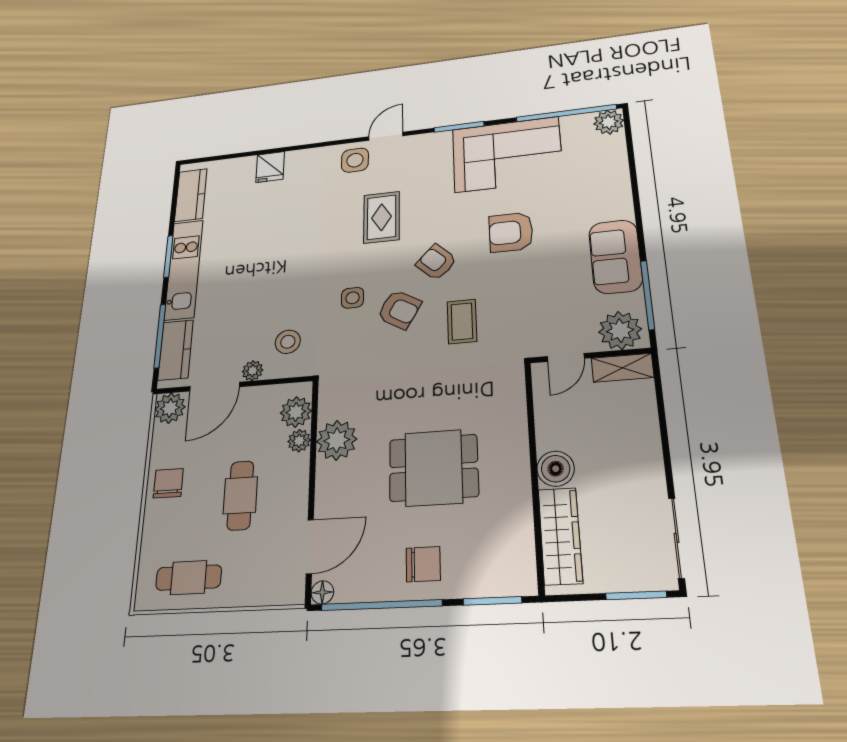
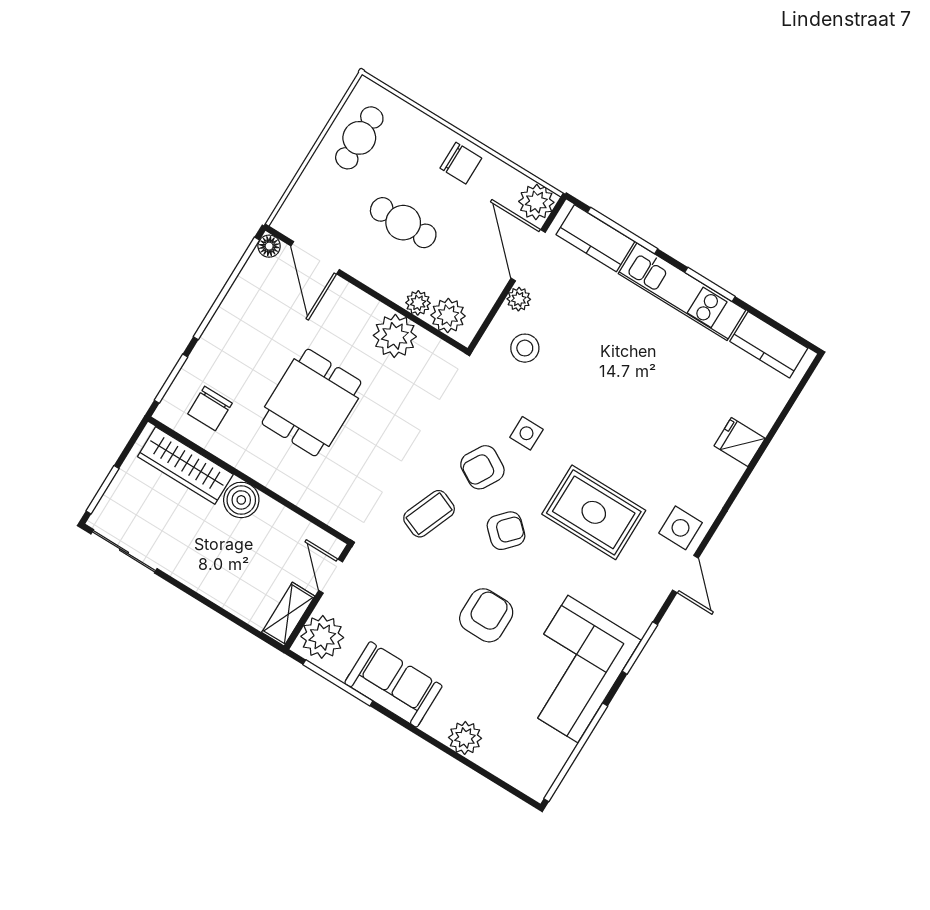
plant: (609, 122) -> (465, 738), moved
rug: (382, 217) -> (594, 512), width x1.36, depth x1.43
coffee table: (462, 321) -> (429, 514), turned -68
chair: (423, 564) -> (210, 408), moved

